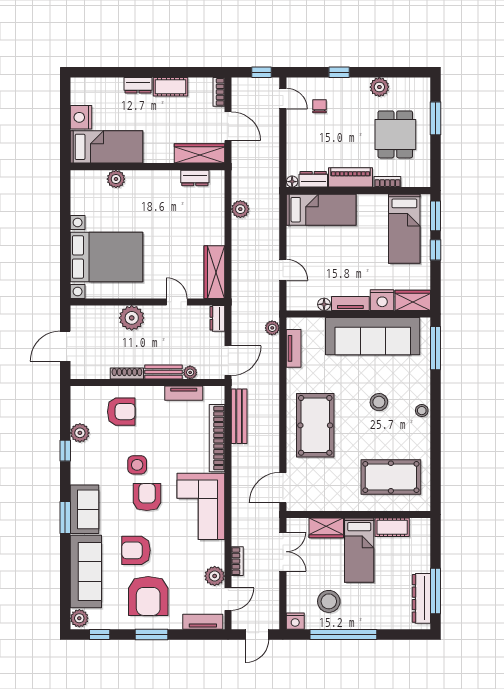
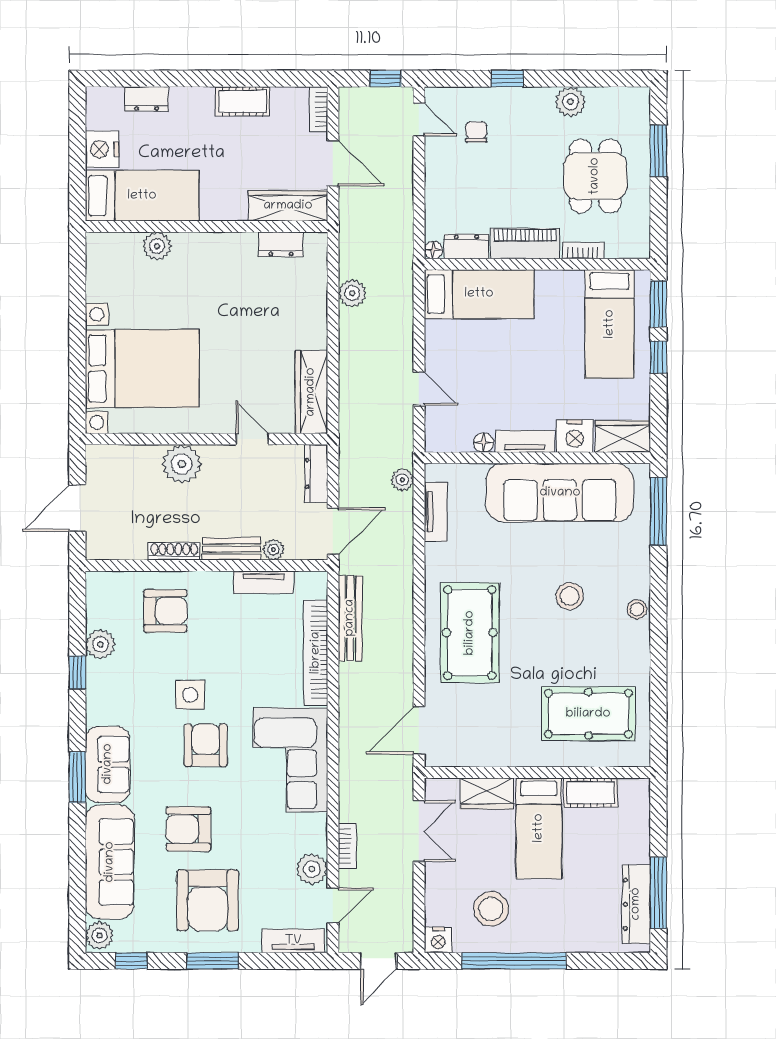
dresser: (138, 85) -> (146, 99), moved
dresser: (217, 318) -> (316, 474), width x1.44

